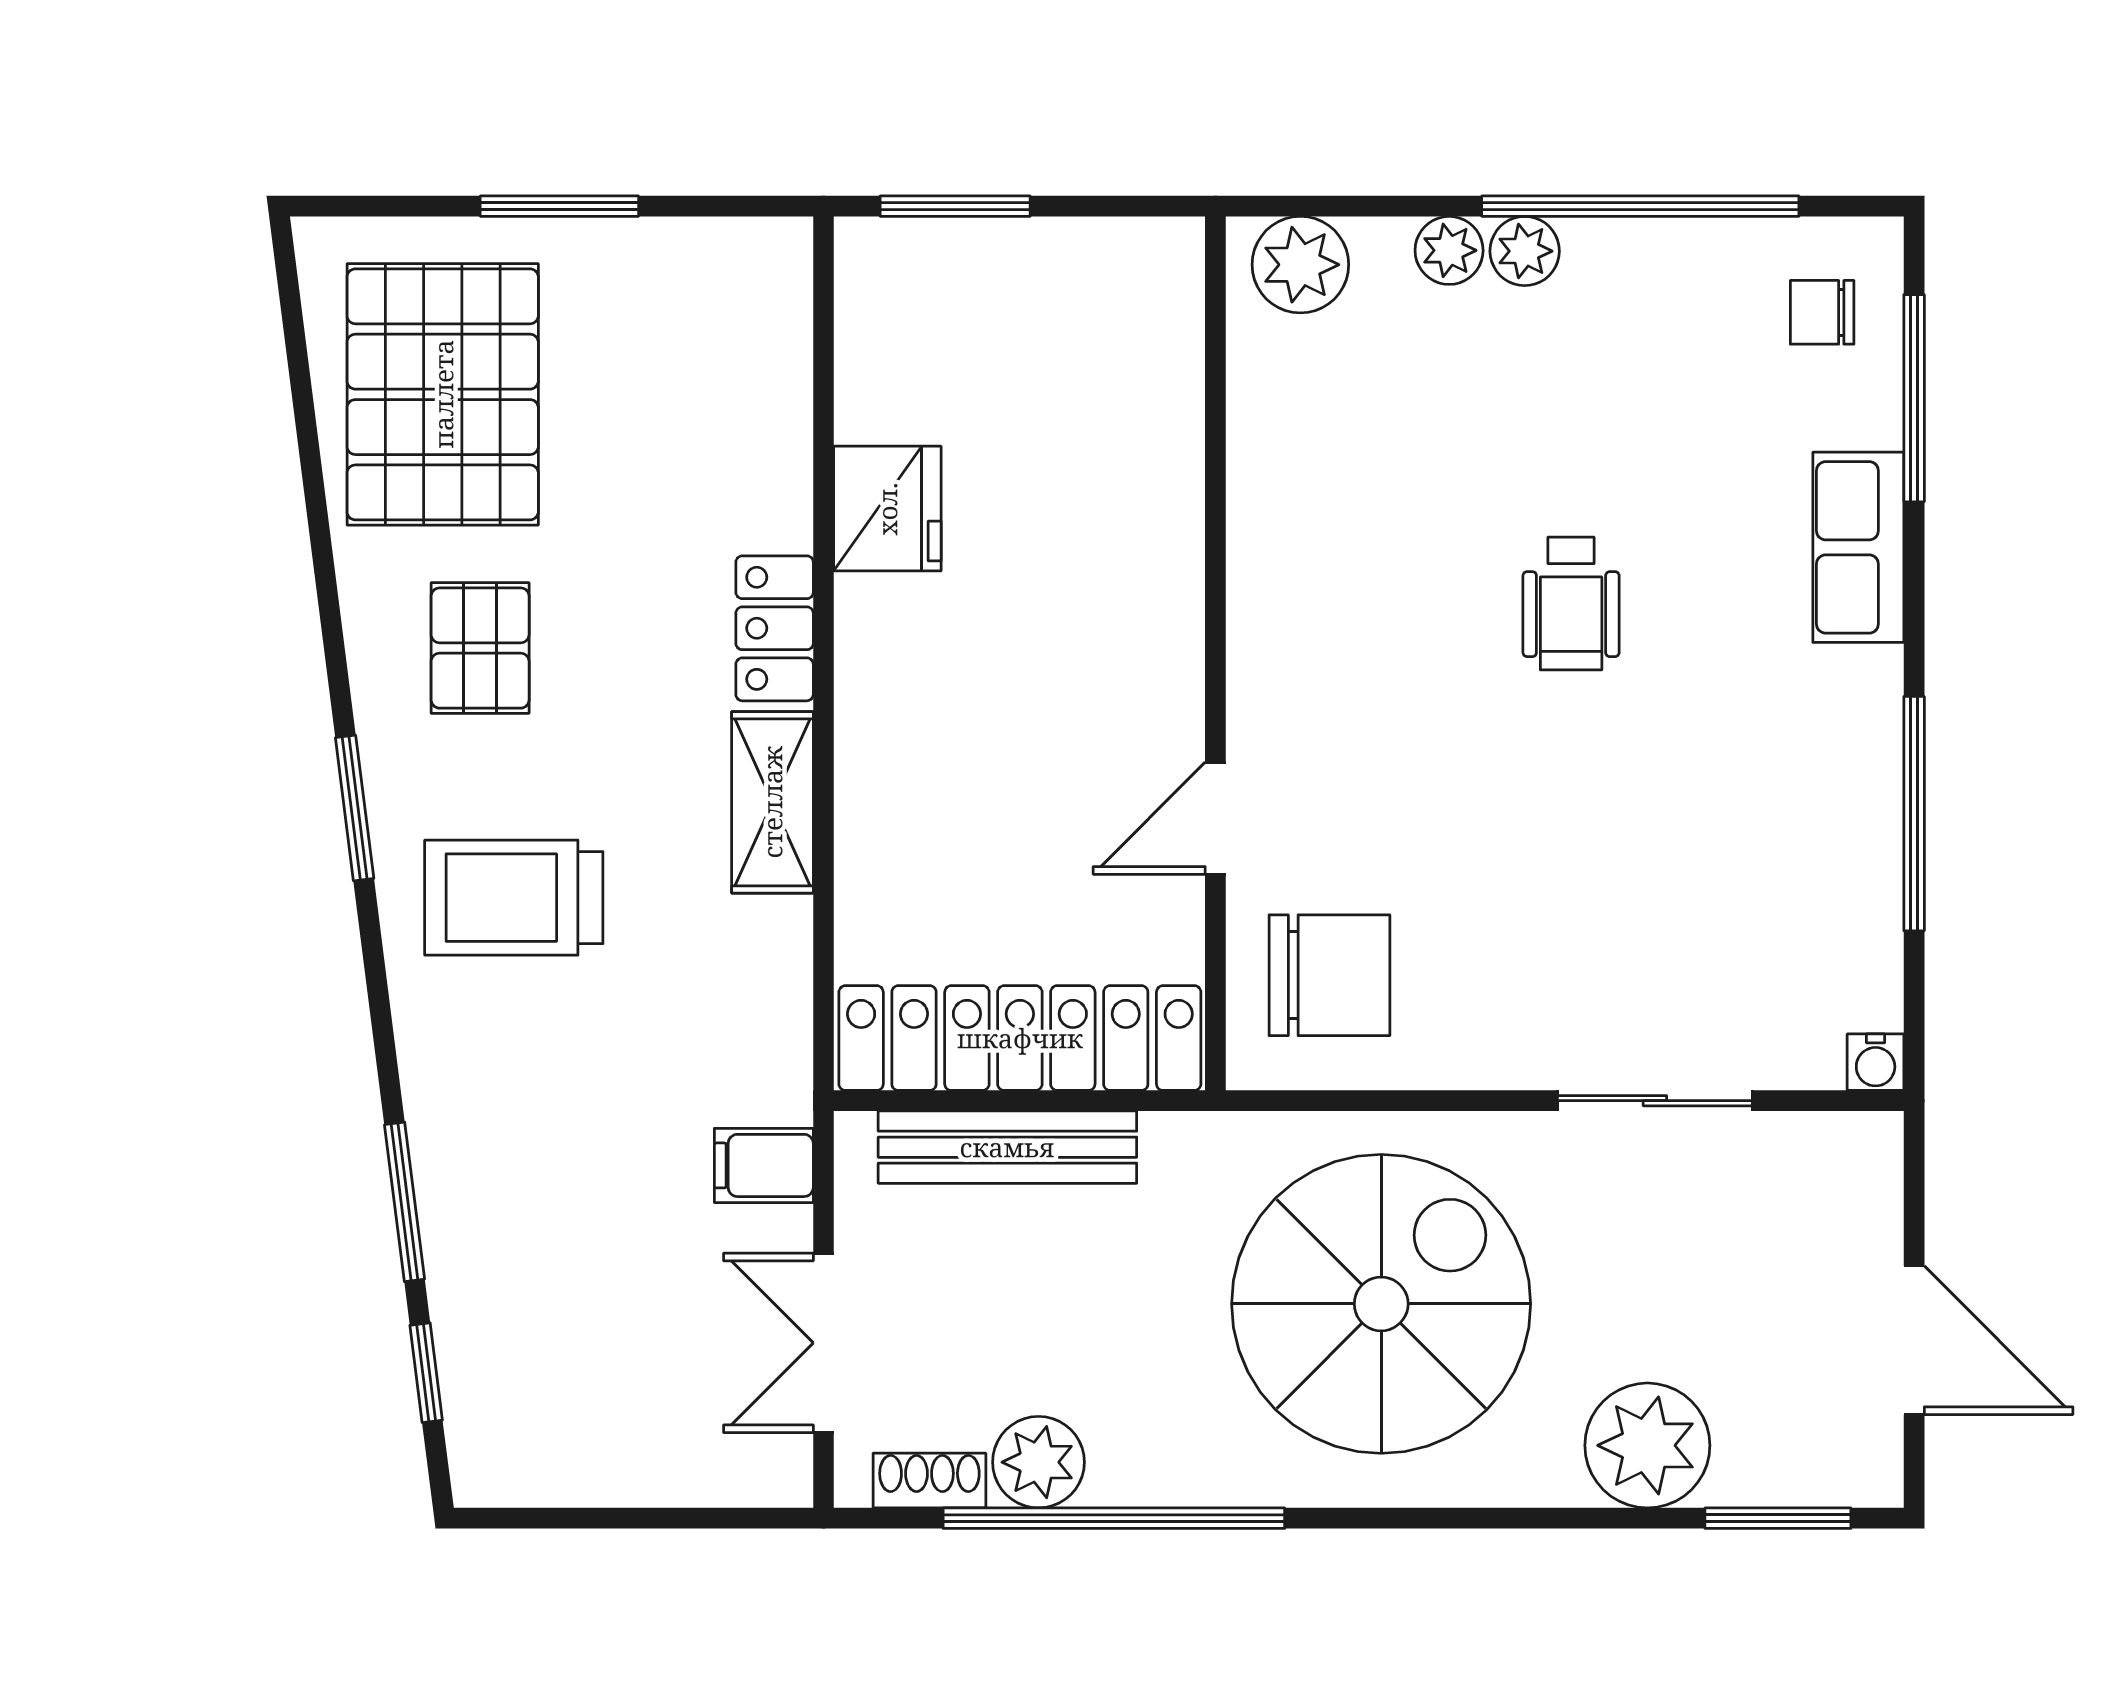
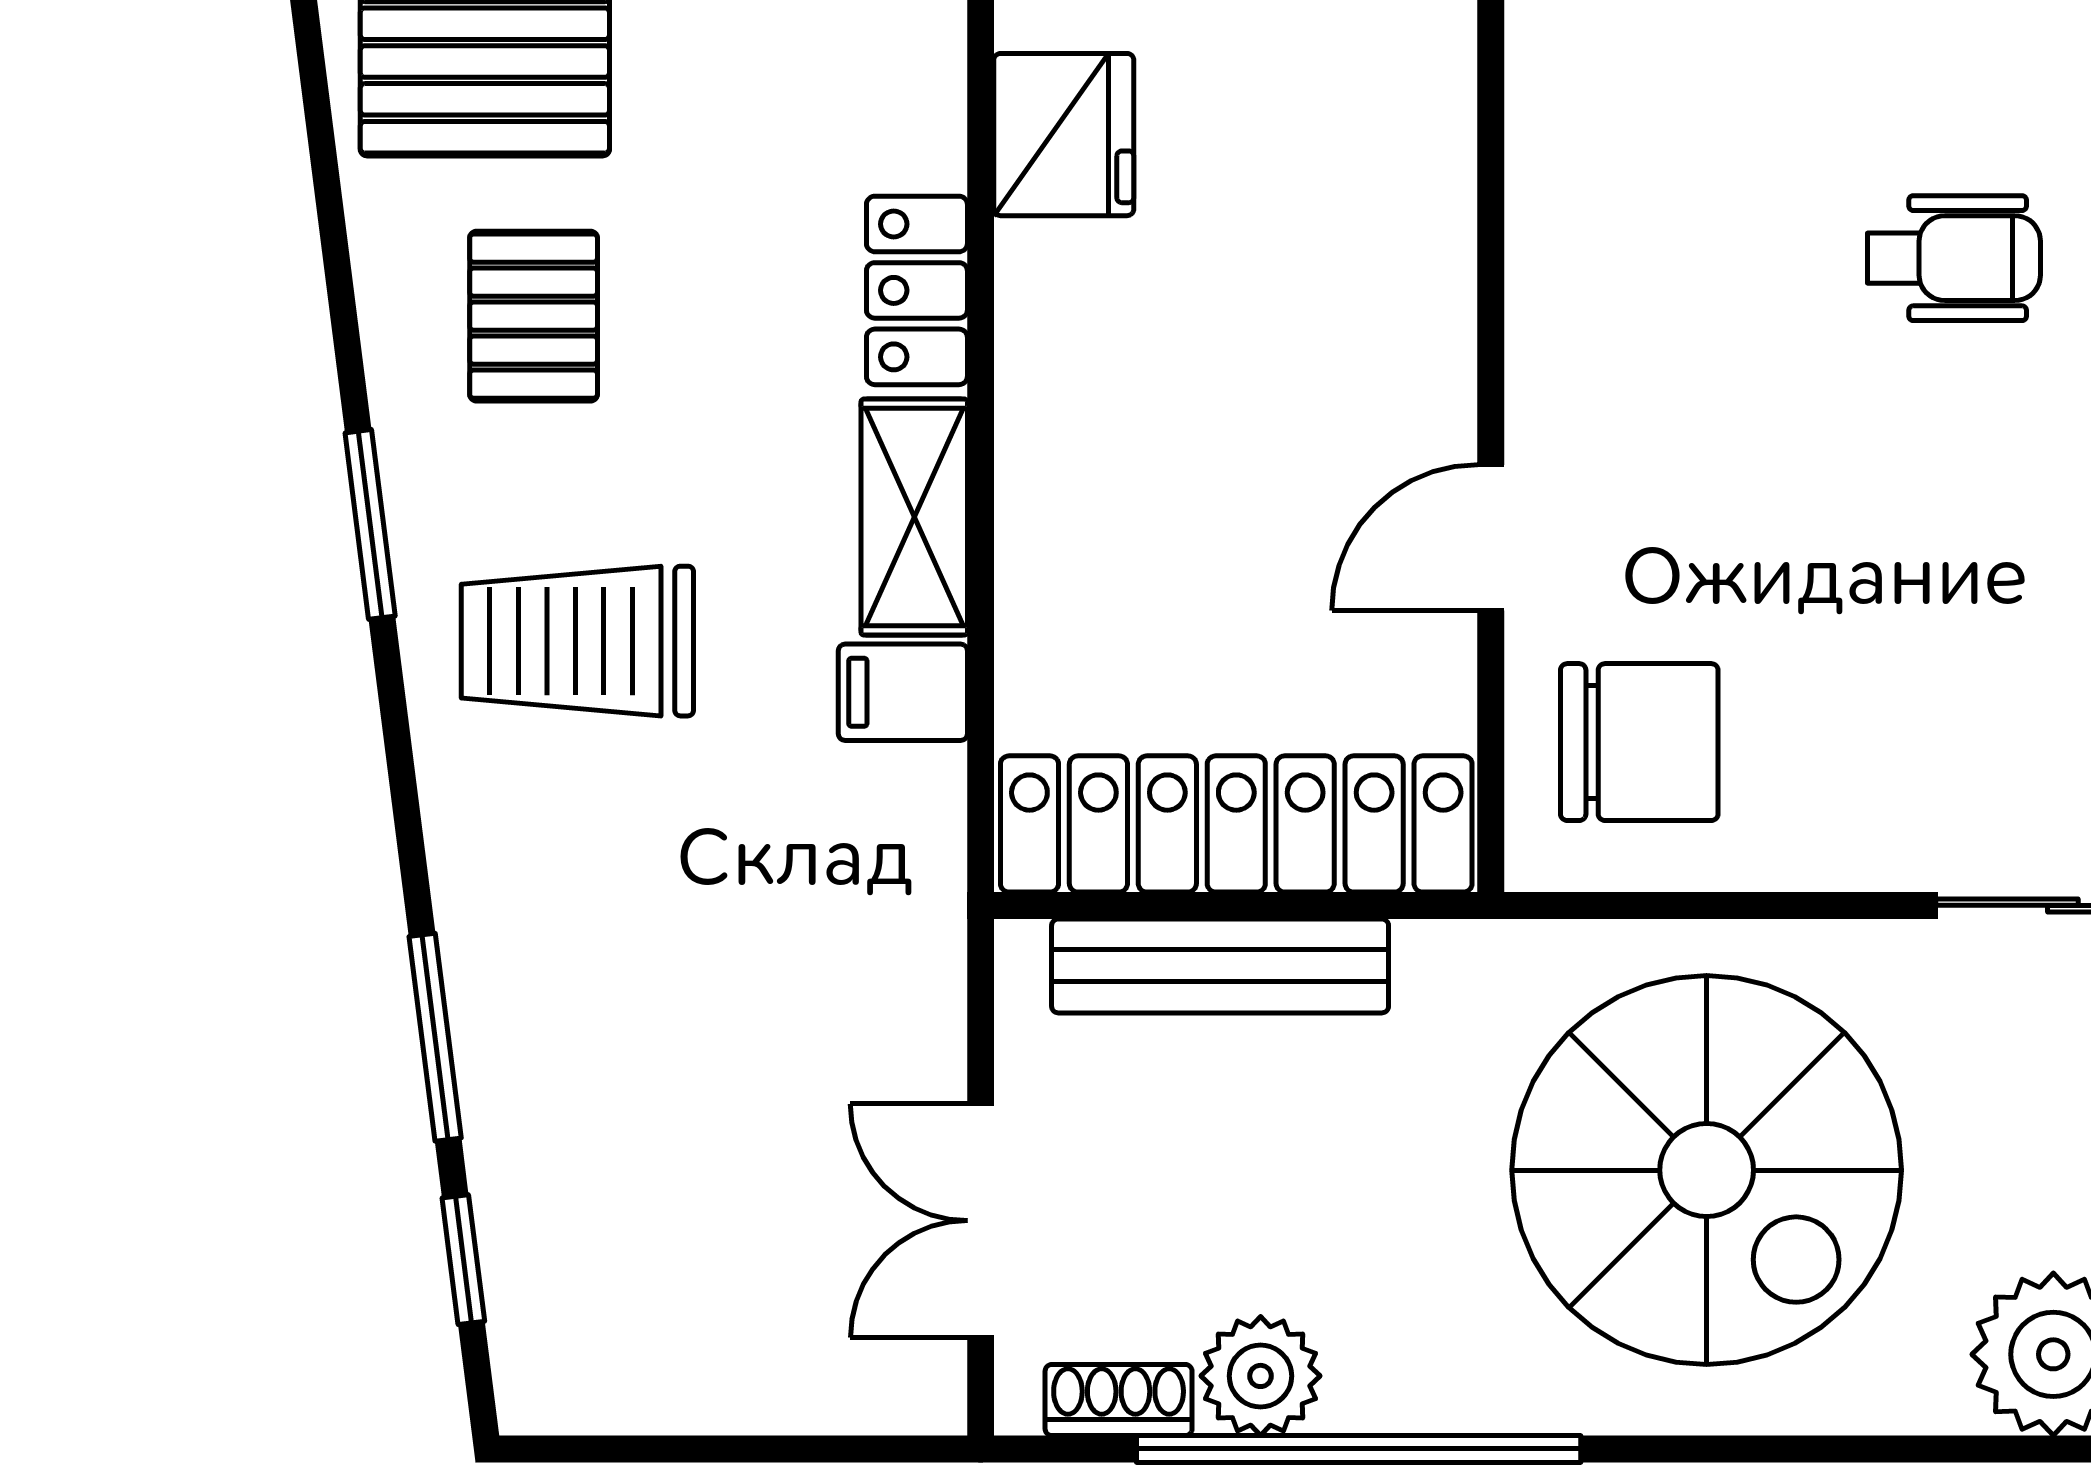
wheelchair: (1571, 603) -> (1954, 258), turned -90
filing cabinet: (764, 1165) -> (903, 692), moved
spiral stairs: (1381, 1304) -> (1707, 1170), turned 90

